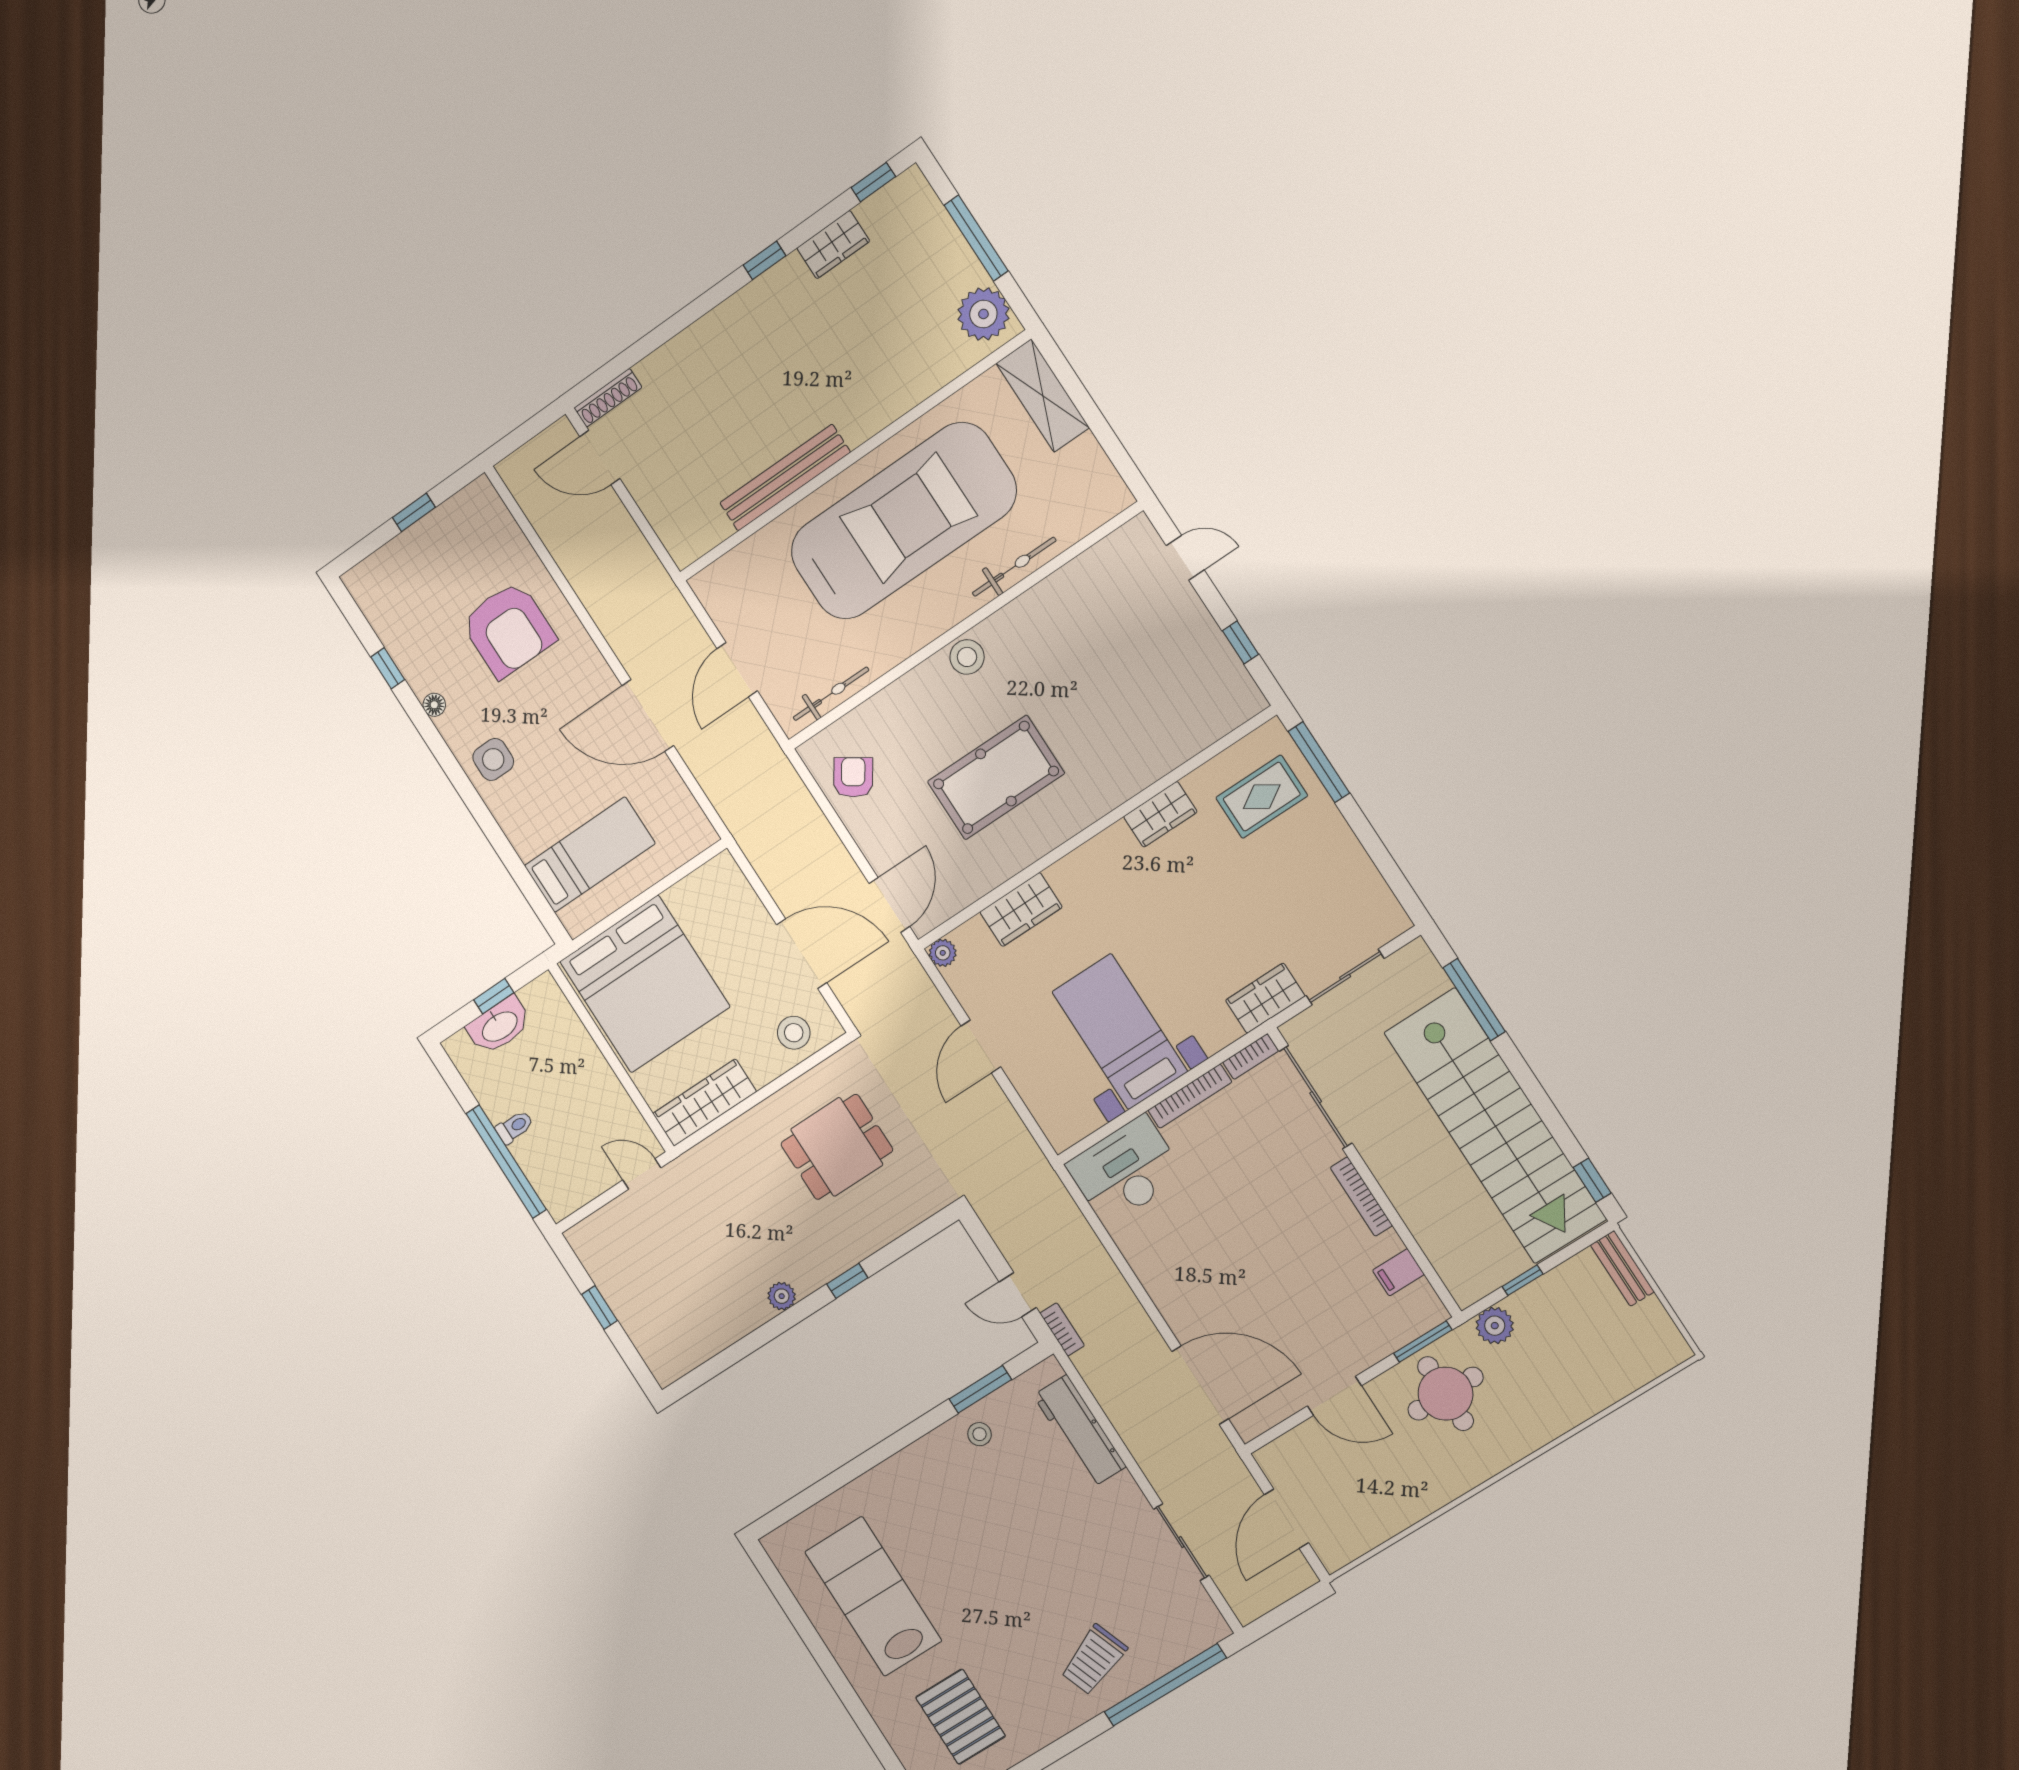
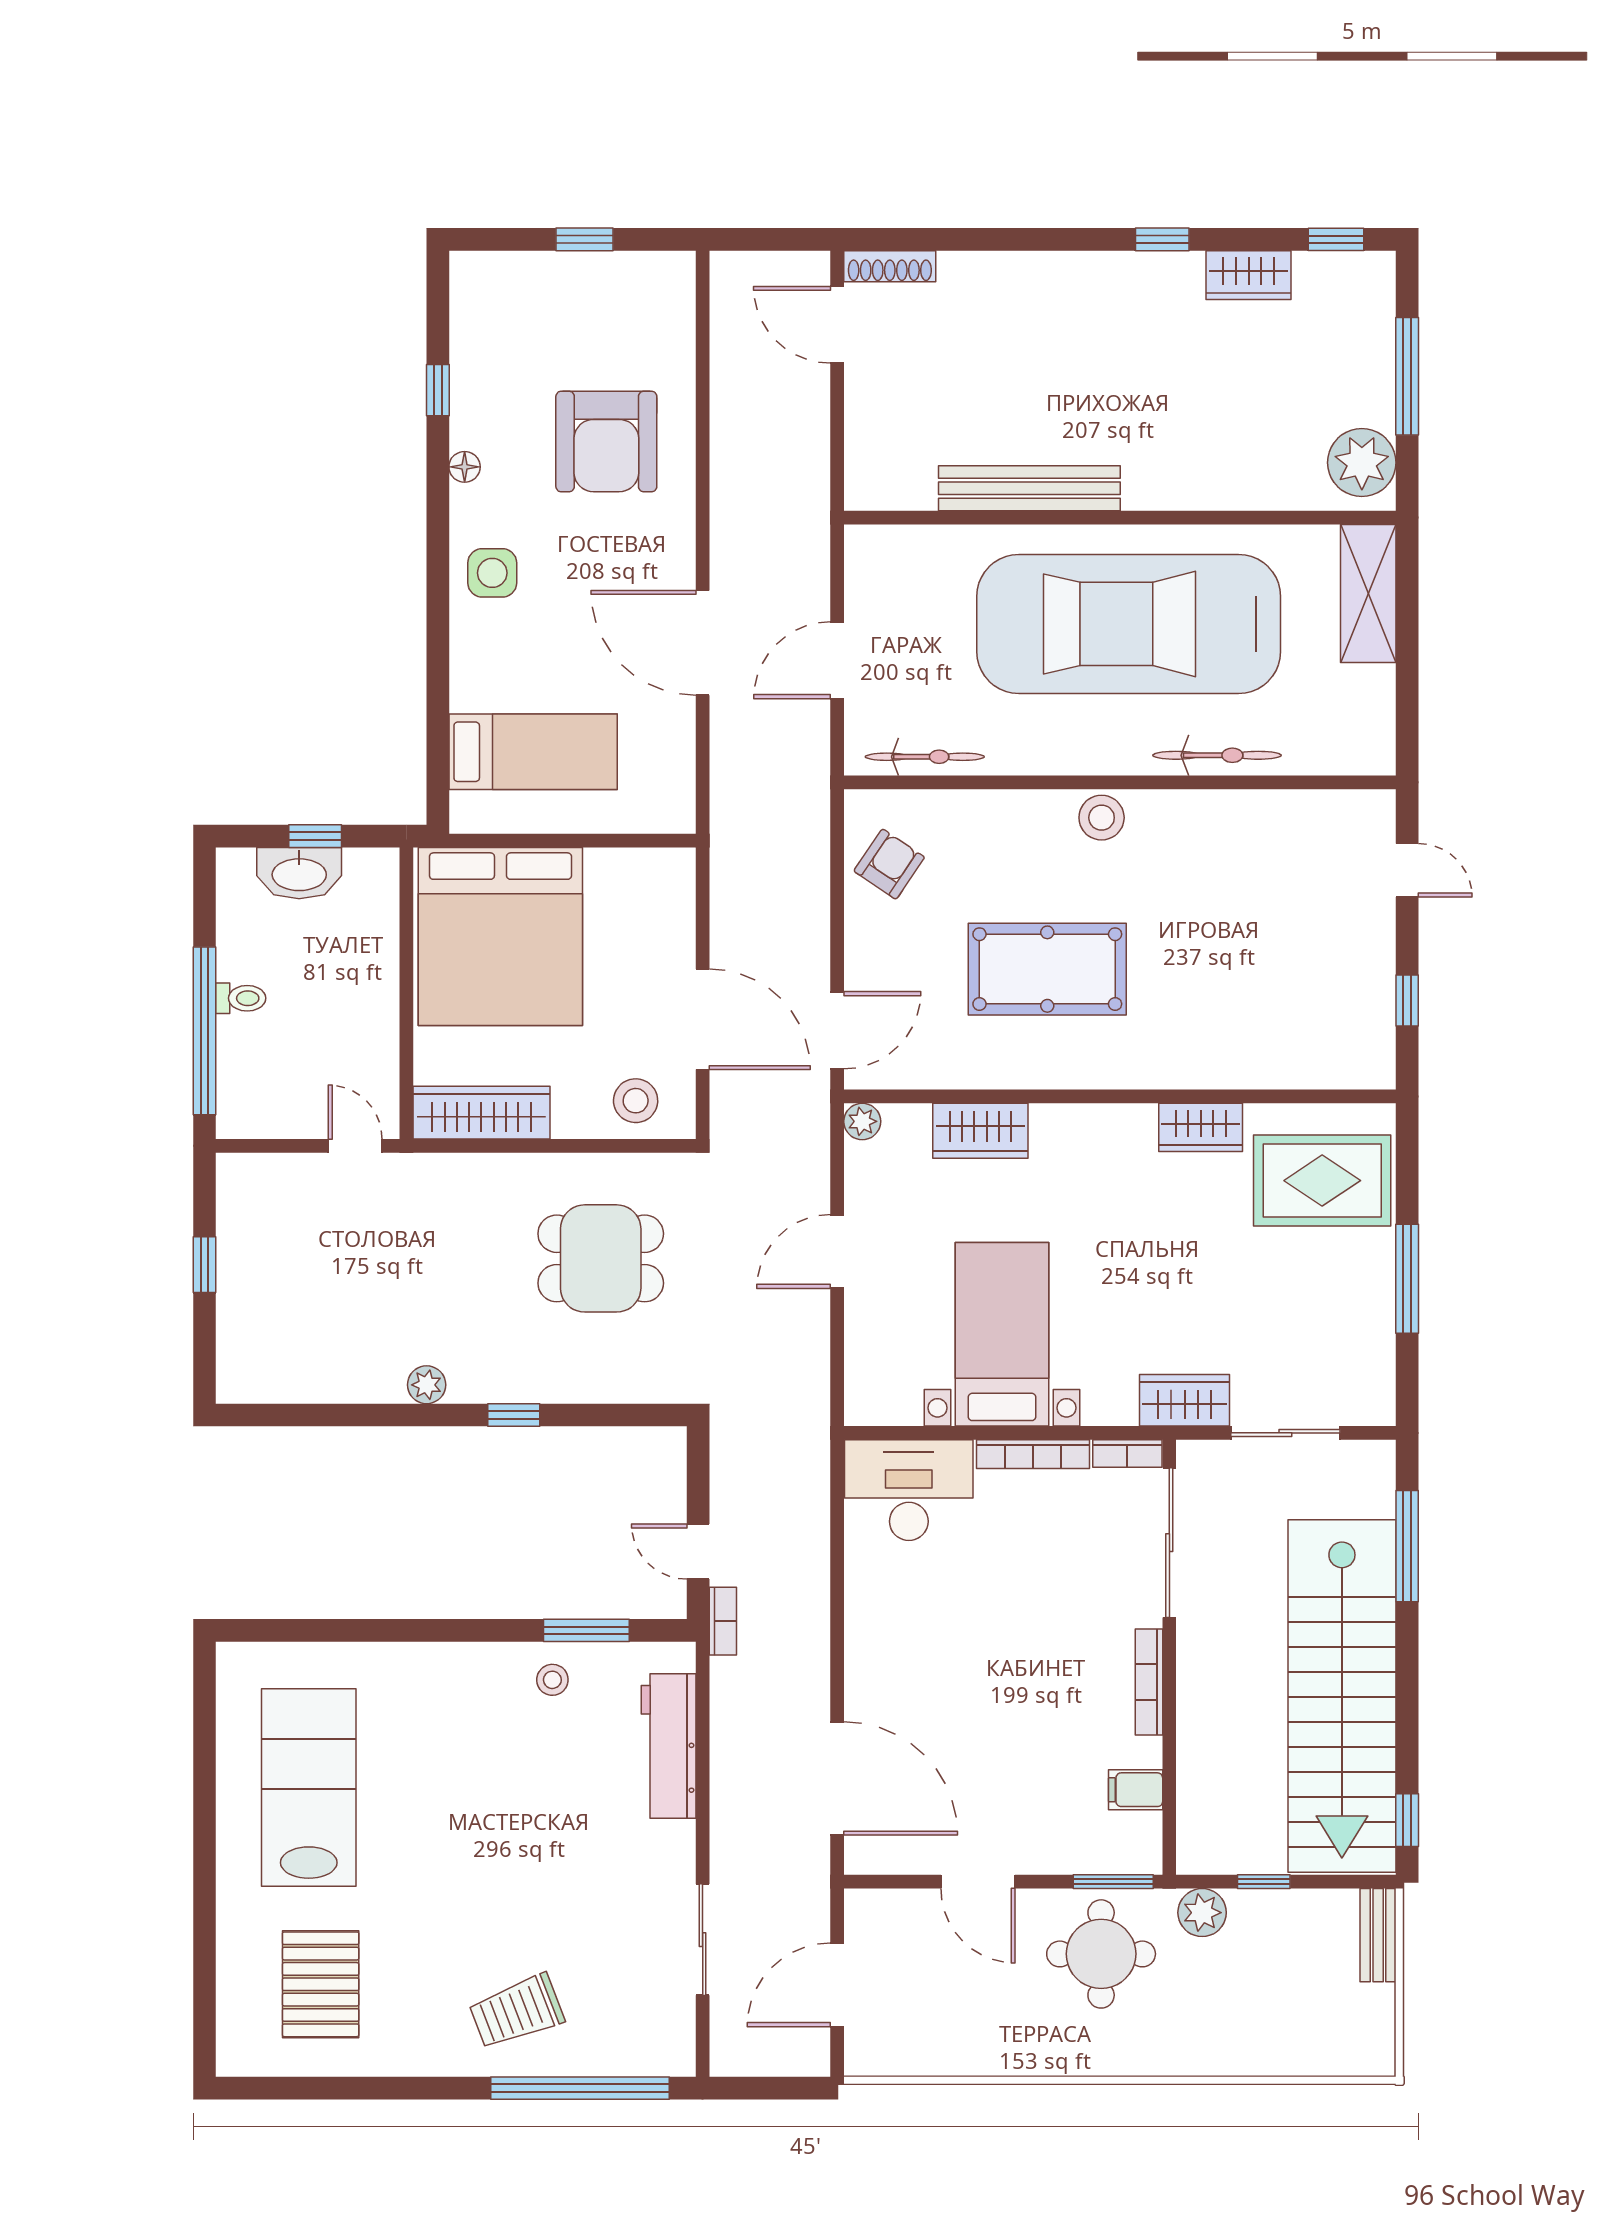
car: (903, 521) -> (1129, 624), turned 180
window: (1319, 762) -> (1407, 1279), moved
rug: (1262, 797) -> (1322, 1181), width x1.36, depth x1.43

